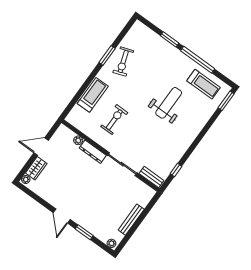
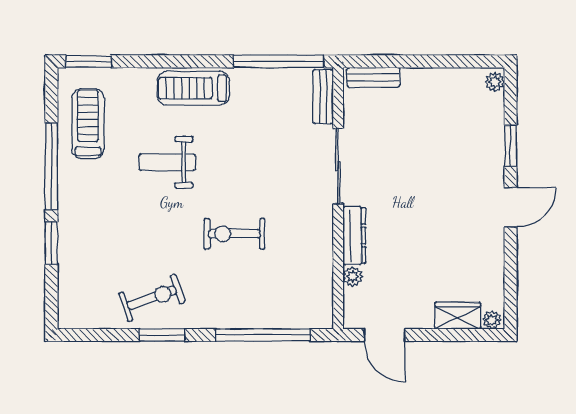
window: (80, 92) -> (263, 335), added
treadmill: (93, 95) -> (193, 88), moved
weight bench: (169, 103) -> (167, 162), width x0.73, depth x0.75
exercise bike: (114, 120) -> (234, 234), moved
door: (41, 147) -> (385, 335), moved
window: (176, 170) -> (279, 61), width x3.17
bench: (131, 220) -> (373, 77), moved, width x0.73

